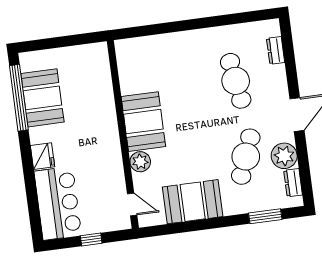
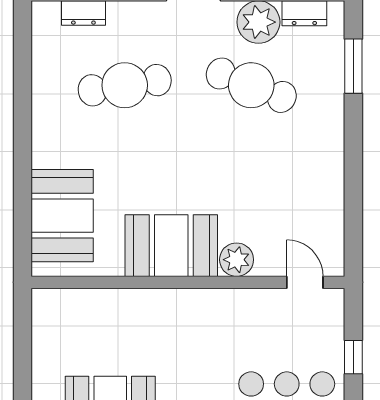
booth: (193, 202) -> (62, 216), moved
door: (132, 204) -> (305, 282), hinge flipped

